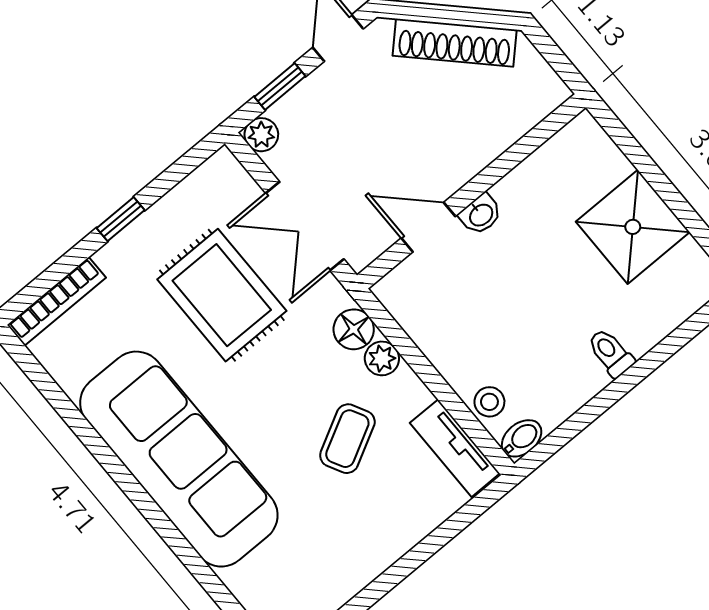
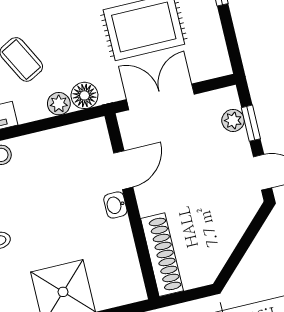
shoe rack: (455, 43) -> (162, 255), moved, turned 135
plant: (261, 135) -> (233, 120), moved

